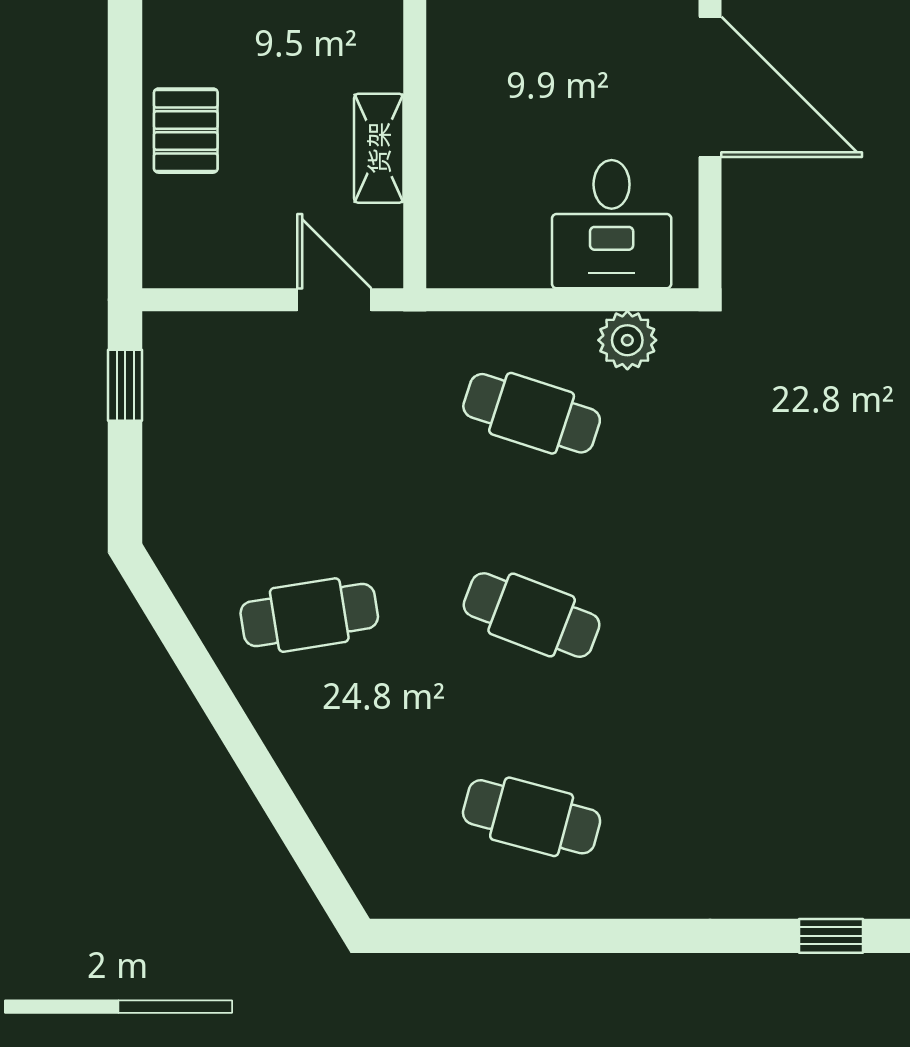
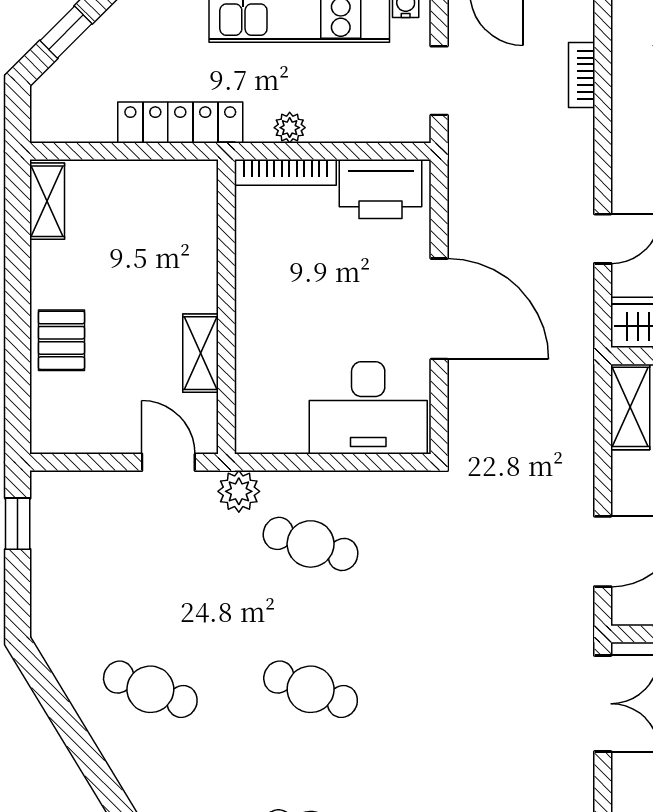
desk: (612, 224) -> (368, 408), width x1.37
plant: (627, 340) -> (239, 491), moved
cafe table: (309, 615) -> (150, 689), turned 30

